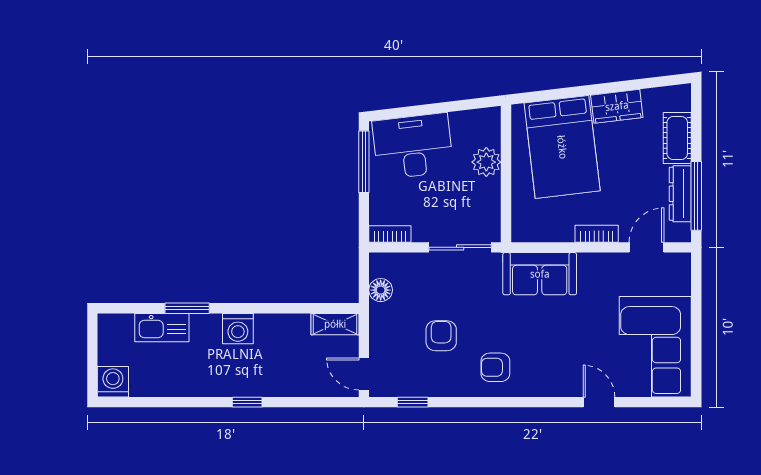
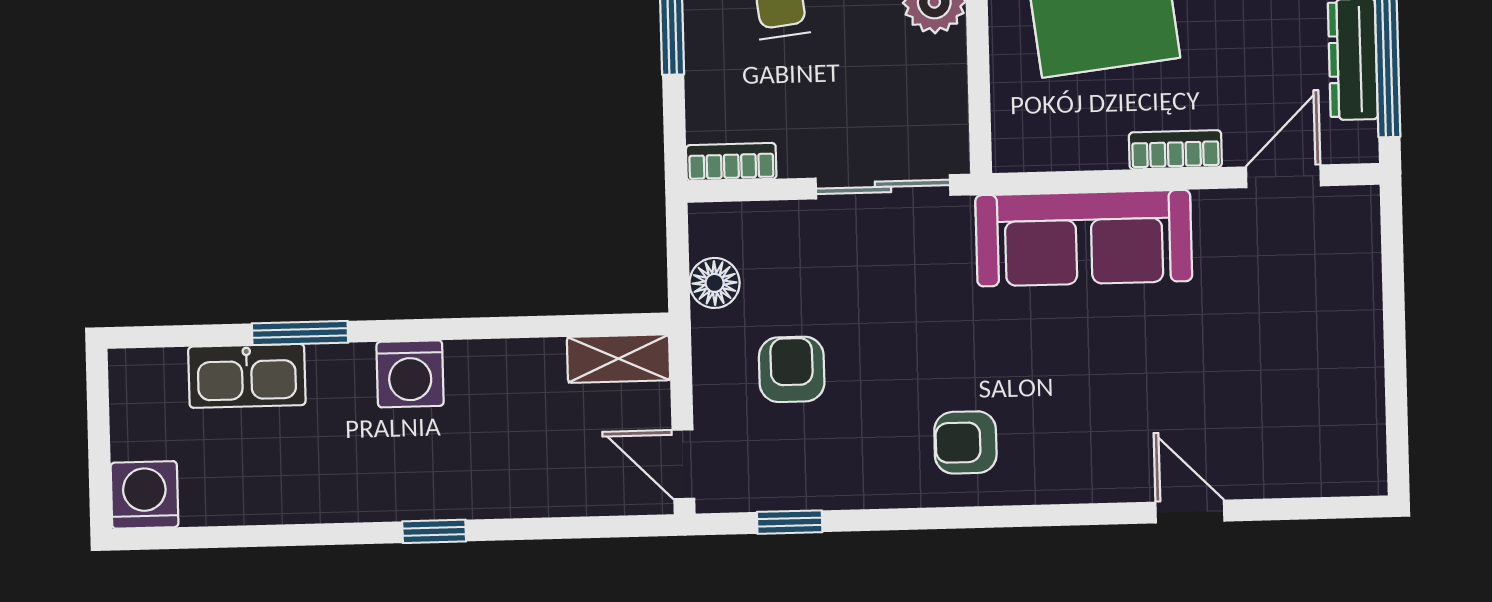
sofa: (540, 274) -> (1084, 238), width x1.36
armchair: (441, 336) -> (792, 369), moved
corner sofa: (655, 347) -> (1308, 389), removed

